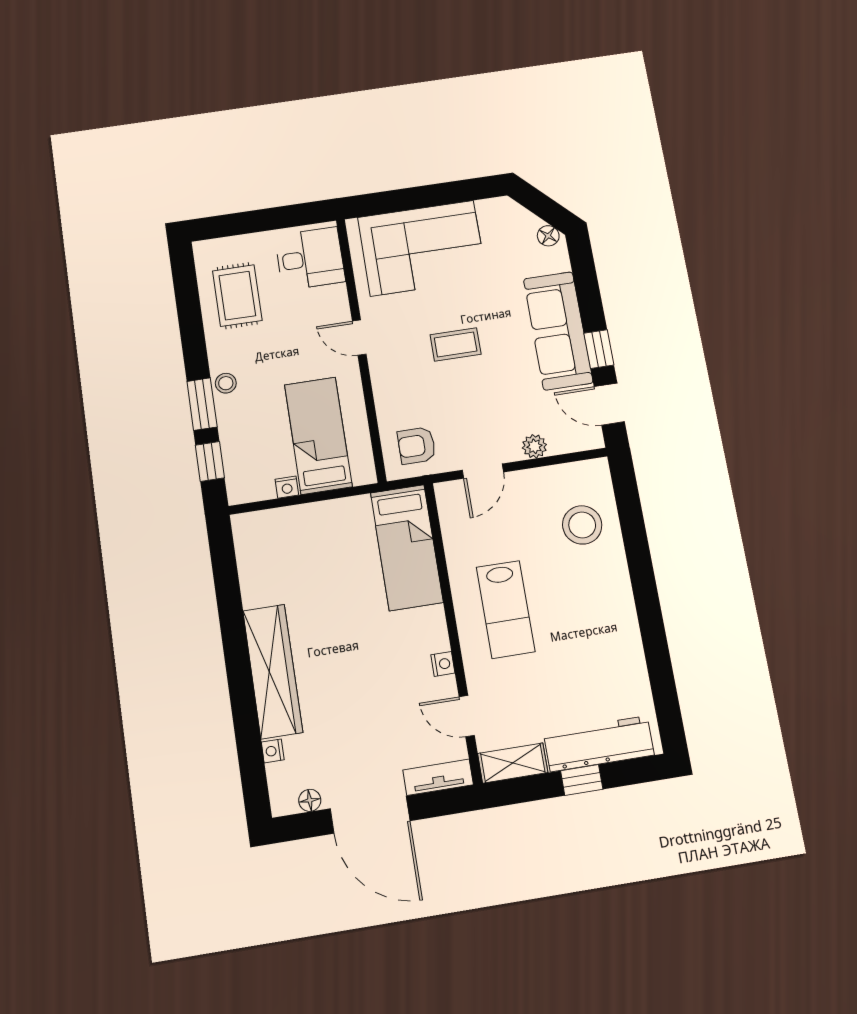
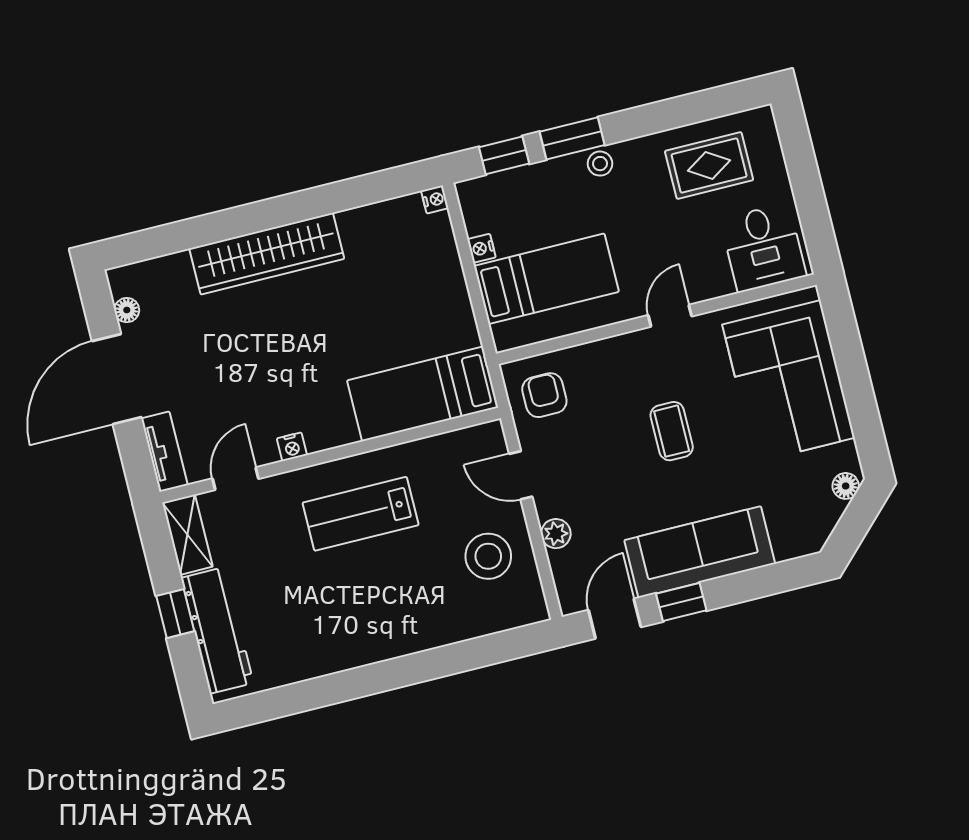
floor lamp: (548, 236) -> (846, 486), moved
stool: (582, 525) -> (488, 556), moved
nightstand: (273, 751) -> (435, 199), moved, turned 90

